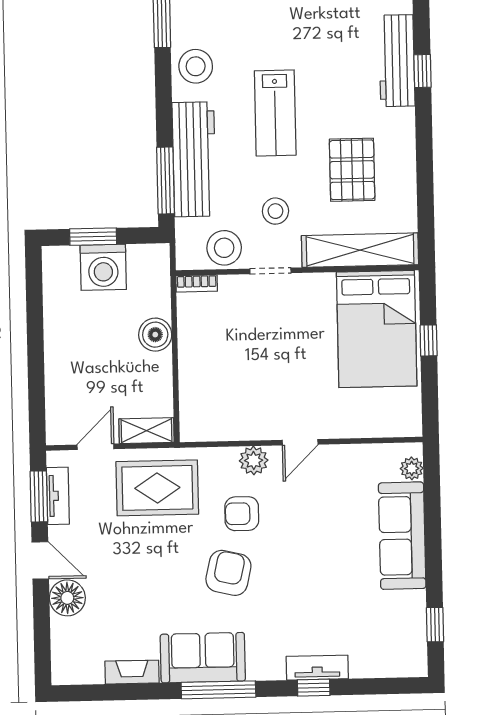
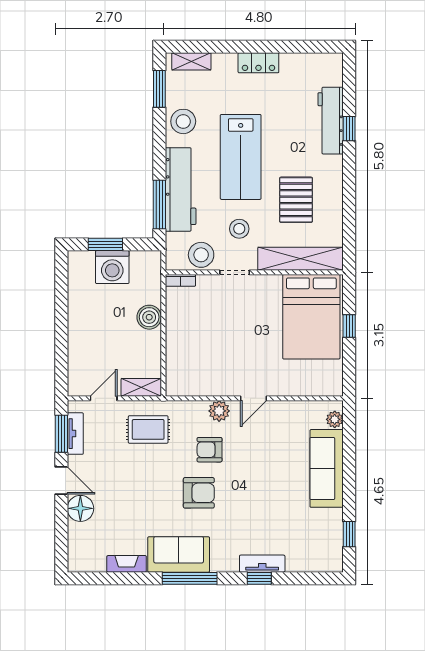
lab bench: (275, 113) -> (241, 157), width x1.36, depth x1.39
rug: (157, 488) -> (148, 429), width x0.73, depth x0.70
armchair: (228, 573) -> (199, 493), turned 77

